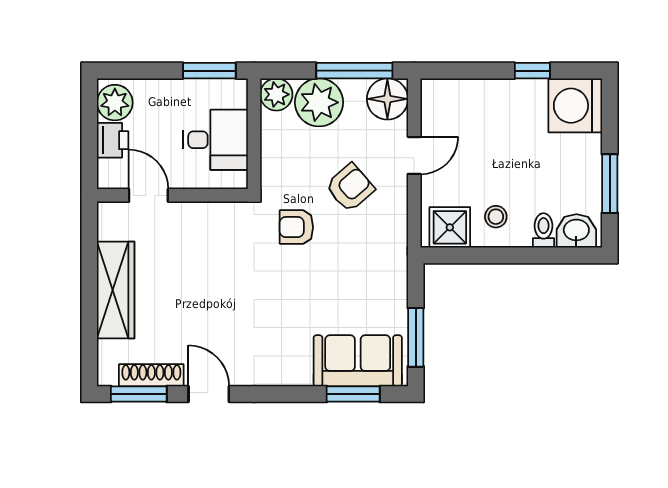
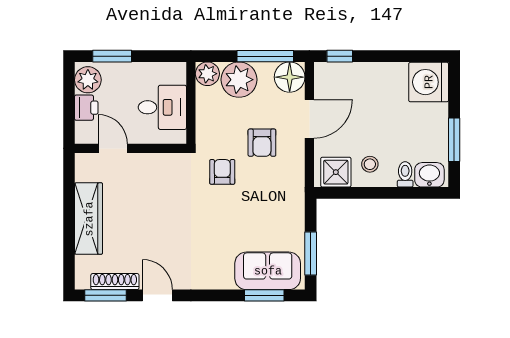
window: (209, 71) -> (112, 56), moved
window: (532, 71) -> (340, 56), moved
door: (414, 155) -> (309, 119), width x1.37
armchair: (350, 188) -> (262, 143), turned 131
armchair: (296, 227) -> (222, 172), turned 90

